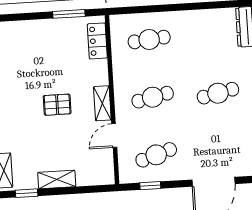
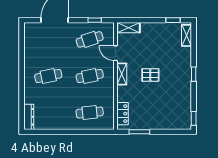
door: (114, 136) -> (115, 53), swing flipped
shelving: (57, 179) -> (129, 28), moved

